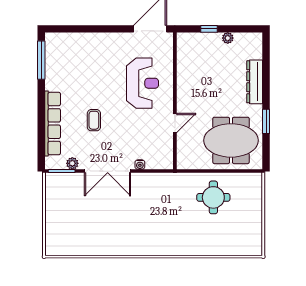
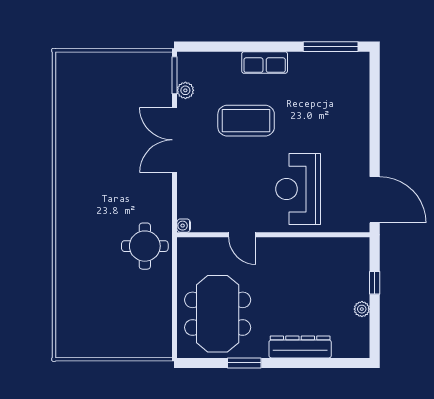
reception desk: (142, 83) -> (298, 189), turned 90
coffee table: (94, 120) -> (246, 121), width x1.86, depth x1.72
row of seats: (53, 124) -> (265, 62), width x0.50
water cooler: (140, 165) -> (184, 226), moved
round table: (213, 197) -> (145, 246), moved

